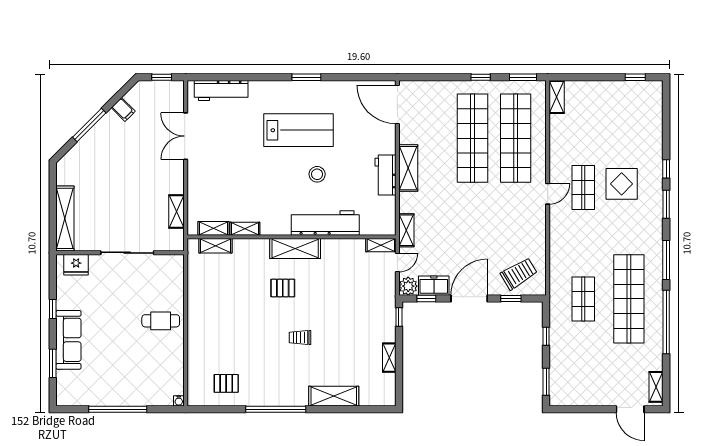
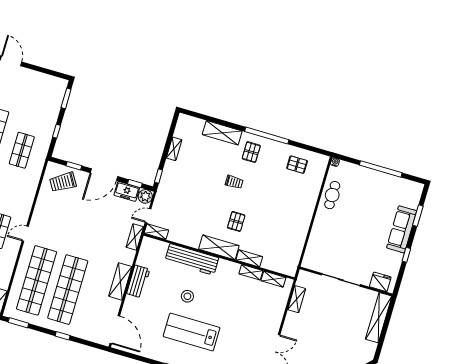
window: (481, 77) -> (63, 336), moved
shelving: (215, 246) -> (249, 258), moved
pallet: (283, 288) -> (236, 221), turned 90
cafe table: (161, 321) -> (332, 195), moved, turned 90
pallet: (290, 382) -> (251, 152), added

